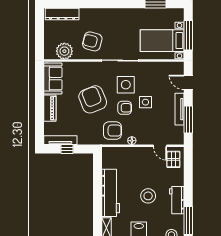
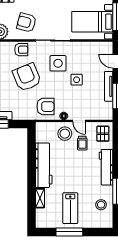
armchair: (125, 108) -> (21, 50), moved
door: (160, 146) -> (79, 121), moved
trolley: (152, 169) -> (82, 143), added
stool: (148, 196) -> (65, 134), moved
workbench: (177, 200) -> (106, 167), width x1.38

